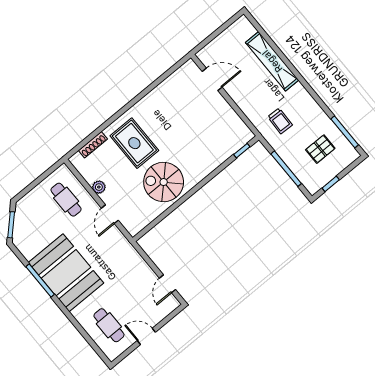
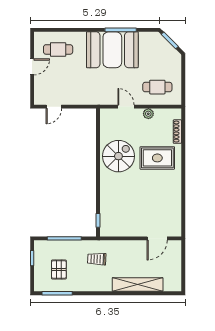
door: (168, 284) -> (54, 107), swing flipped

